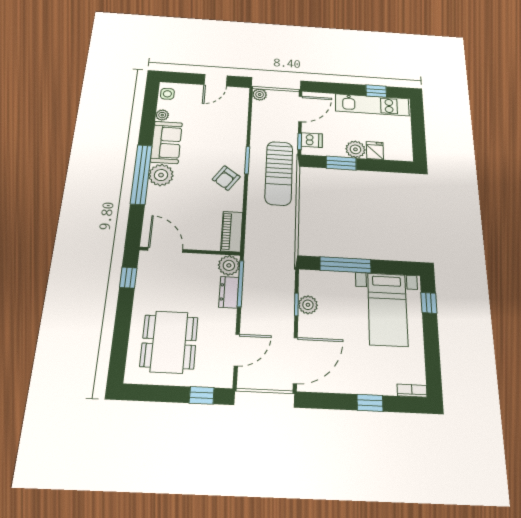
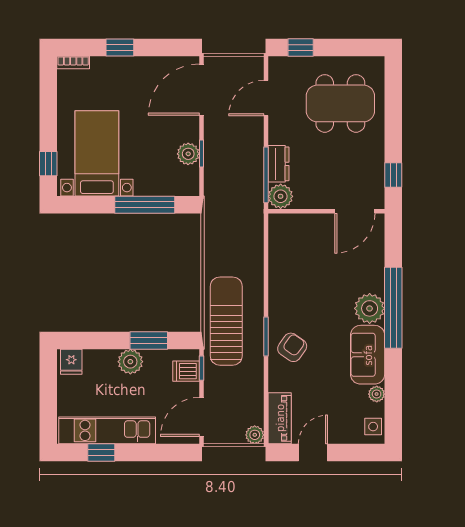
fridge: (375, 151) -> (71, 362), moved
armchair: (226, 178) -> (292, 347), moved
piano: (232, 232) -> (280, 418), moved
door: (165, 250) -> (355, 211), hinge flipped
dining table: (169, 342) -> (340, 103), turned 90

